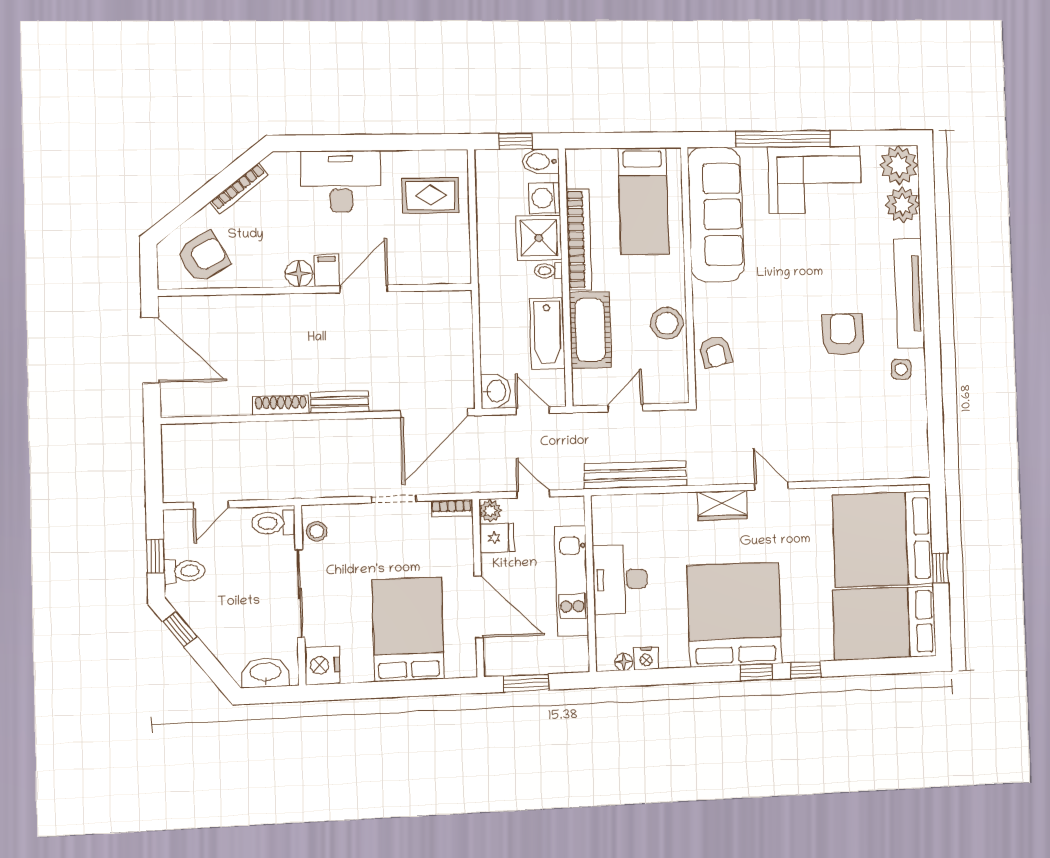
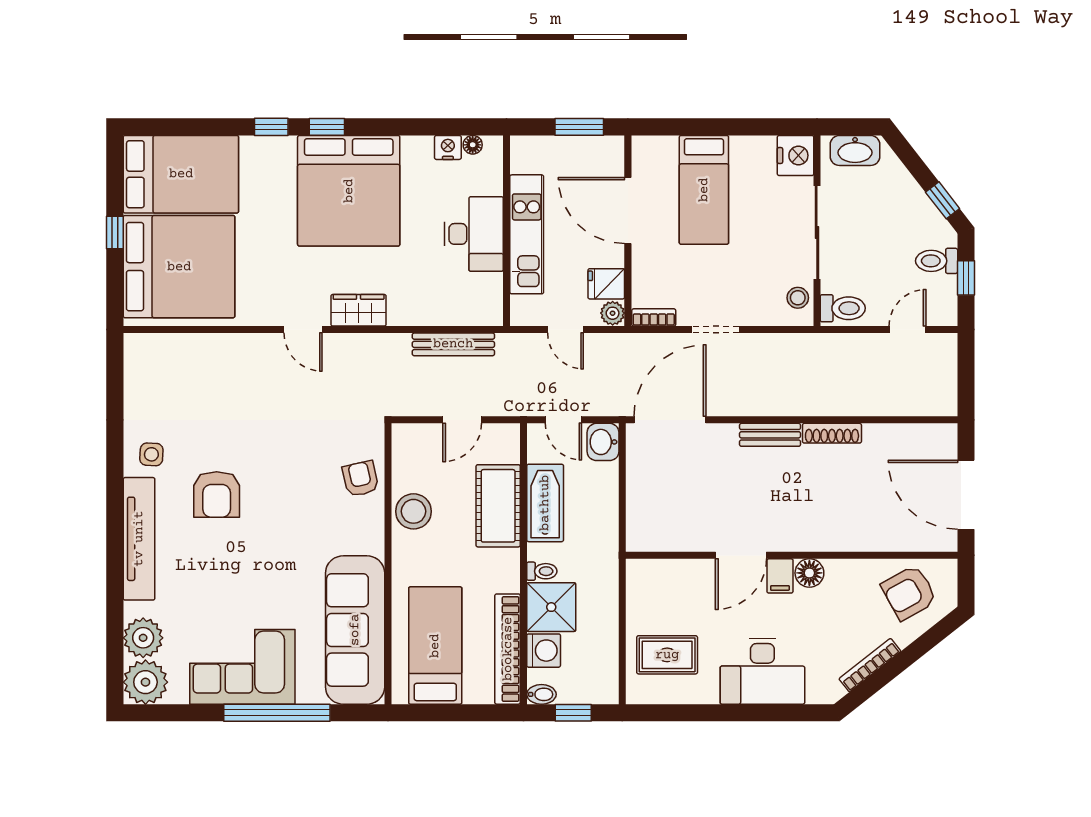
bidet: (541, 161) -> (541, 694), width x0.72, depth x0.74
bookcase: (579, 240) -> (508, 649), moved
bench: (635, 475) -> (453, 344), width x0.73, depth x0.82
bed: (408, 629) -> (704, 190), width x0.67

